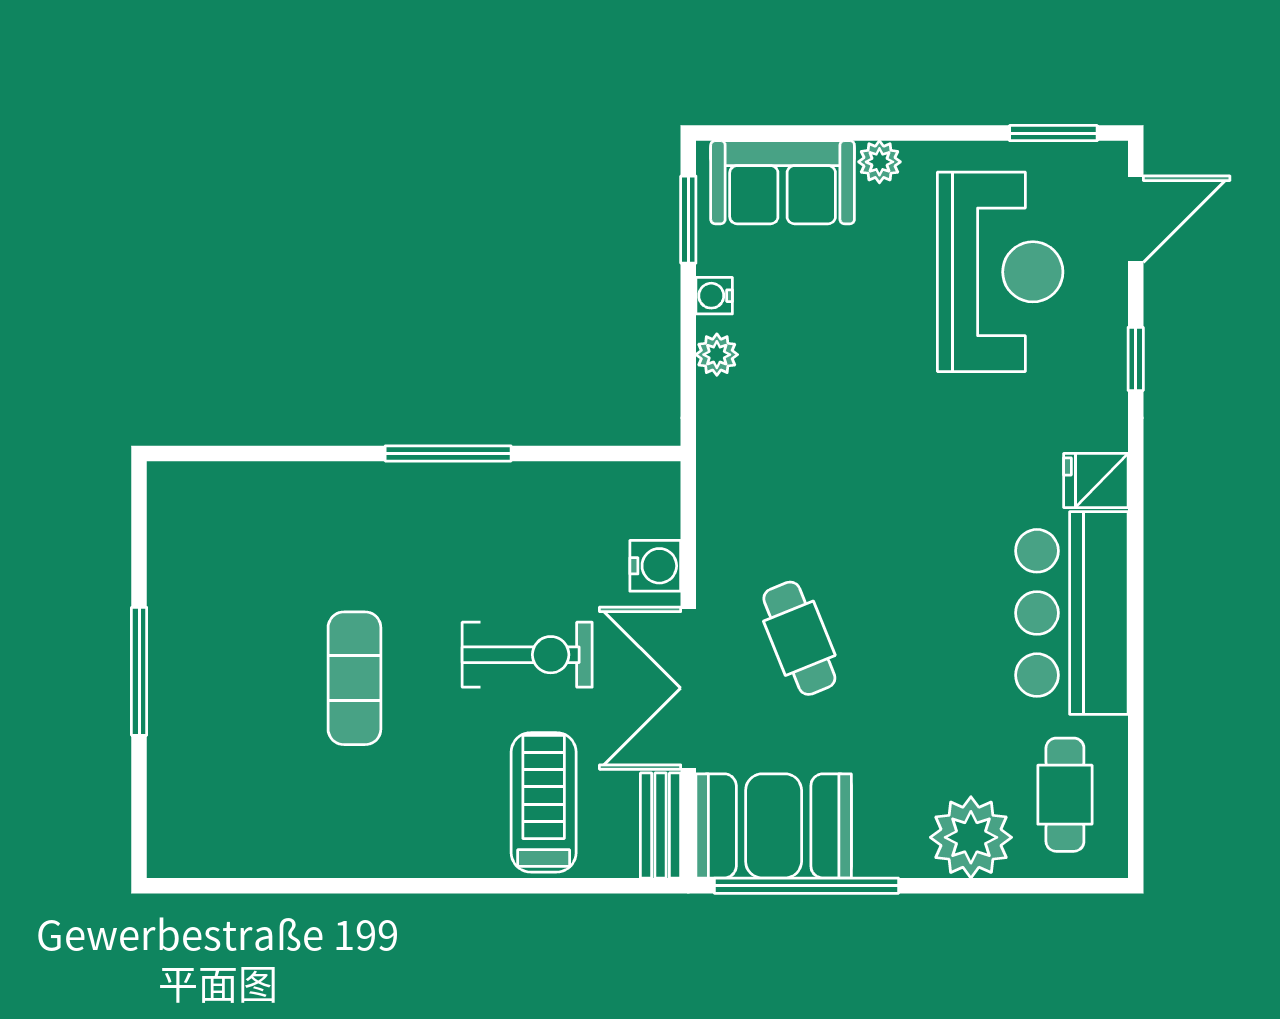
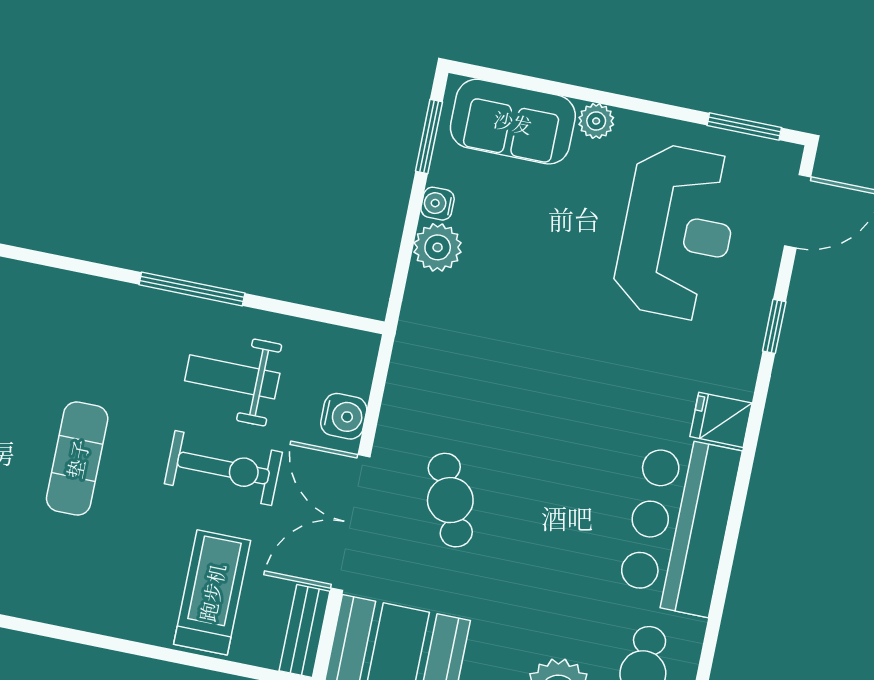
plant: (717, 355) -> (438, 247), width x1.38, depth x1.38
weight bench: (516, 547) -> (232, 377), added

